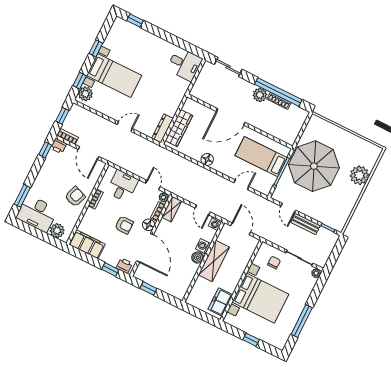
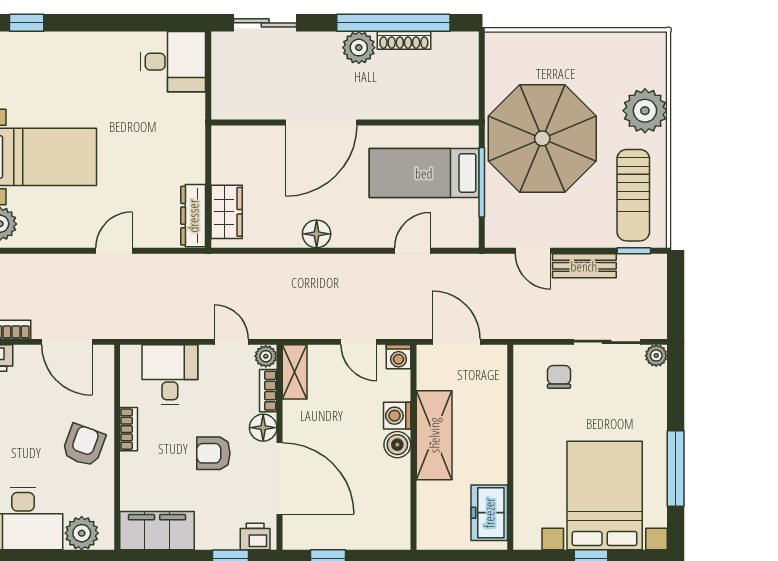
wardrobe: (179, 128) -> (227, 212), width x0.67
sun lounger: (338, 206) -> (633, 195), added
armchair: (124, 225) -> (213, 453), turned 180
bed with nightstands: (260, 298) -> (605, 496), moved, turned -90

